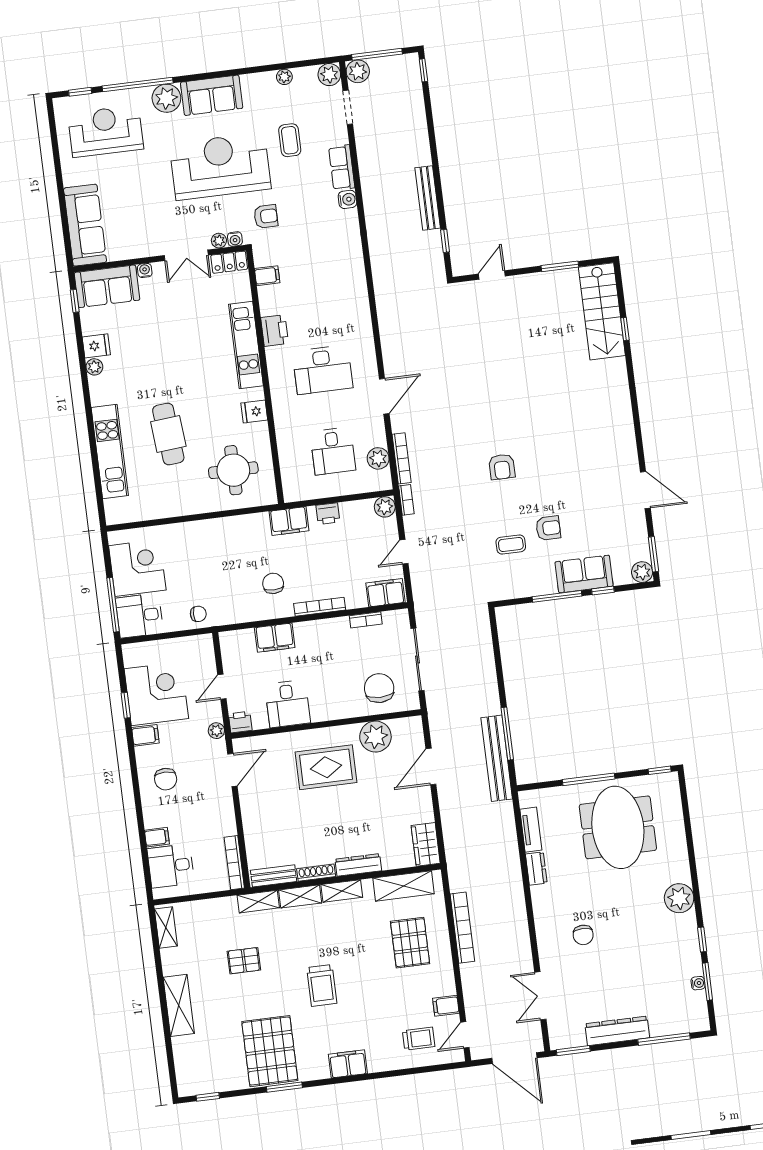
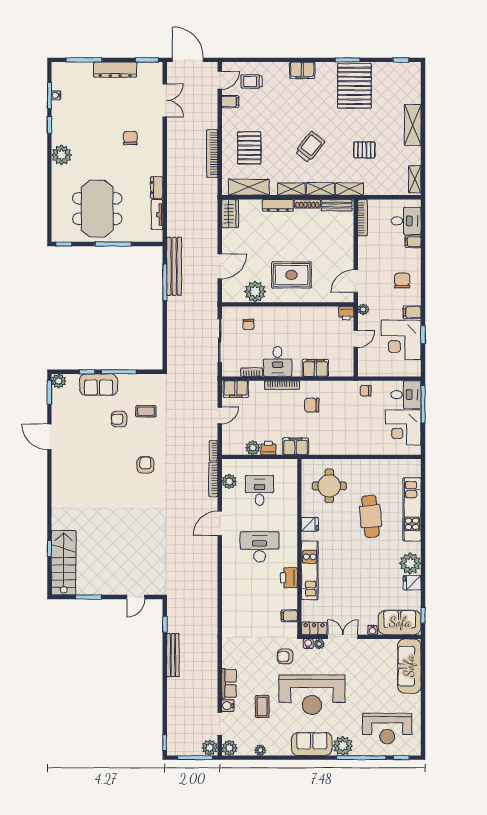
water cooler: (347, 199) -> (228, 706), moved
plant: (94, 367) -> (410, 563), width x1.88, depth x1.88
plant: (385, 507) -> (253, 448), moved
chair: (273, 583) -> (312, 405), turned 90
chair: (379, 688) -> (248, 324), width x0.54, depth x0.54
desk: (288, 704) -> (278, 361), moved, turned 180
trolley: (322, 986) -> (310, 147), moved, turned 38

